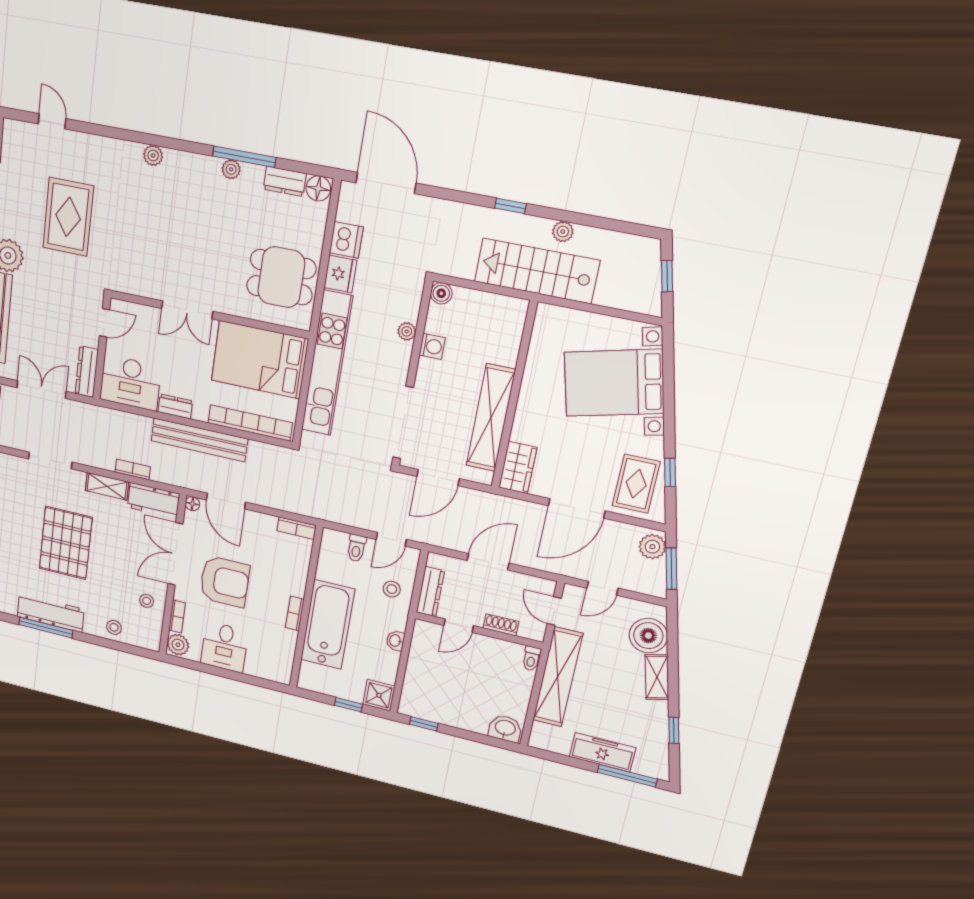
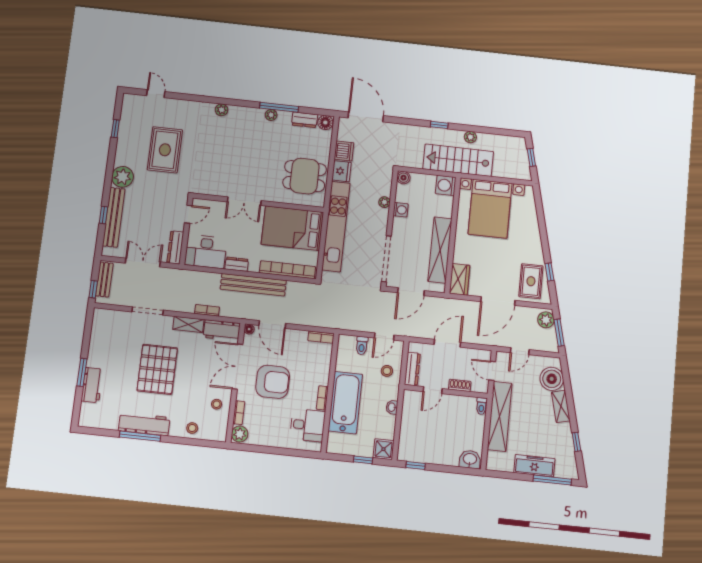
washing machine: (511, 312) -> (446, 185), added
bed with nightstands: (614, 383) -> (490, 209), moved, turned -76
desk: (224, 647) -> (308, 425), moved, turned -90

